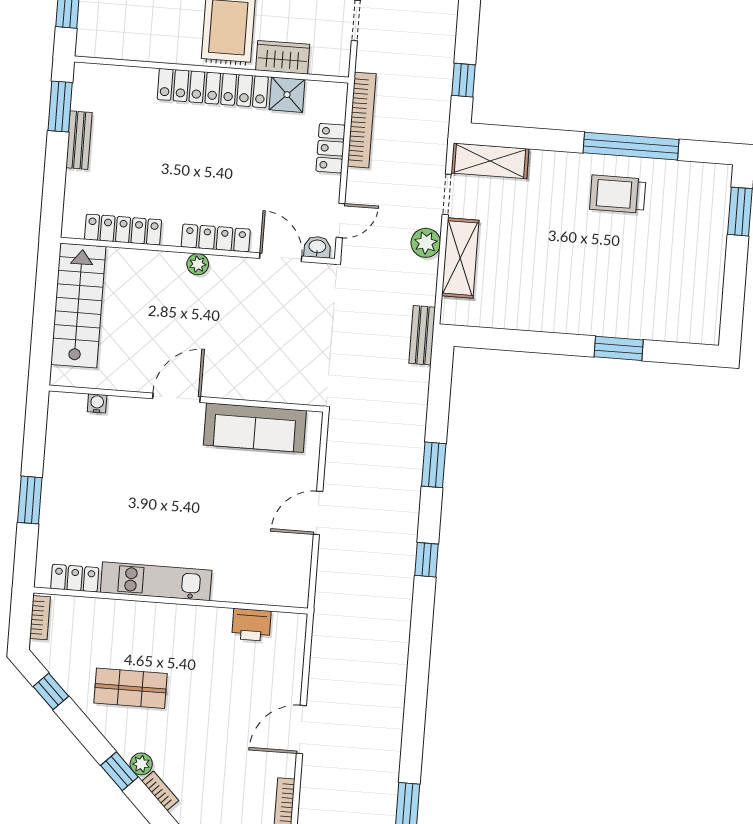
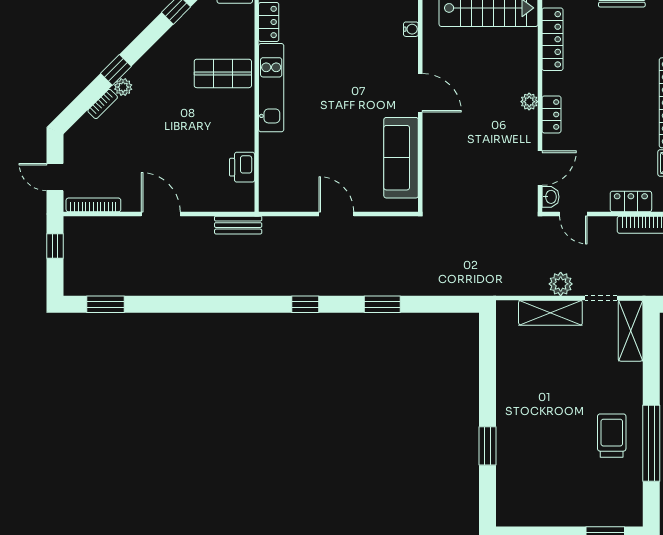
locker: (216, 238) -> (551, 114), width x0.66
bench: (422, 335) -> (238, 225), moved
shop shelf: (131, 688) -> (223, 73), moved, turned 90

